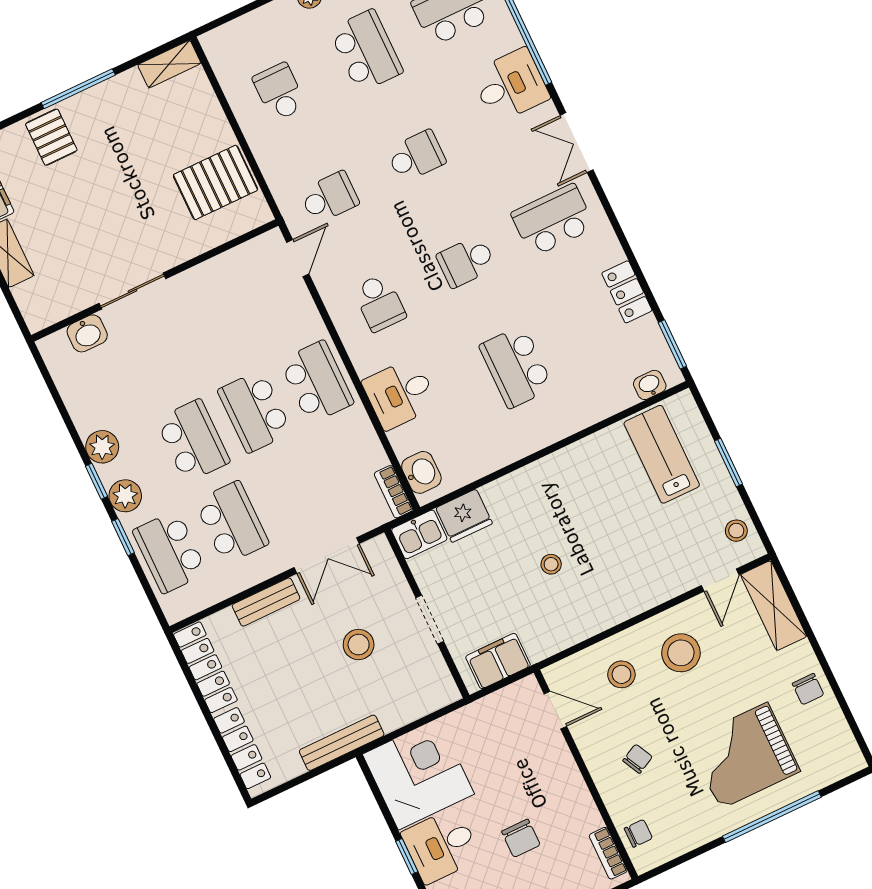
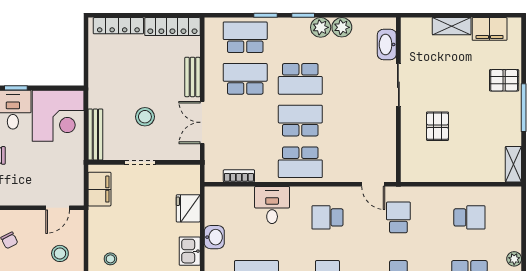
pallet: (215, 182) -> (437, 126), moved, width x0.67, depth x0.71
school desk: (329, 197) -> (398, 217), turned 180
washbasin: (87, 333) -> (387, 44), width x1.38
washbasin: (421, 472) -> (214, 237), moved, turned -90
bookcase: (393, 492) -> (239, 176), moved
plant: (125, 496) -> (342, 27), moved
school desk: (232, 522) -> (245, 79), turned 180
kitchen sink: (419, 534) -> (190, 251), moved
stool: (551, 564) -> (110, 259), moved
bench: (342, 743) -> (95, 134), moved

